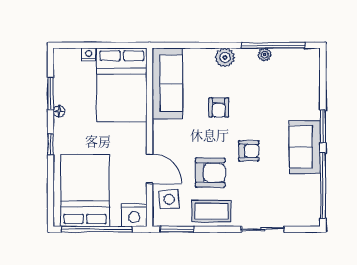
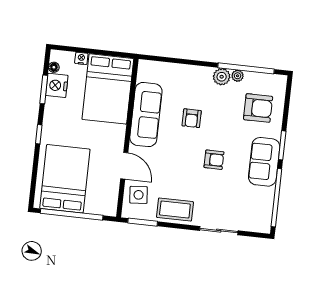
plant: (225, 58) -> (222, 77), moved
sofa: (167, 84) -> (146, 115), moved
floor lamp: (59, 111) -> (54, 67), moved
armchair: (210, 173) -> (258, 108), moved
nightstand: (134, 215) -> (57, 85), moved, turned 90

